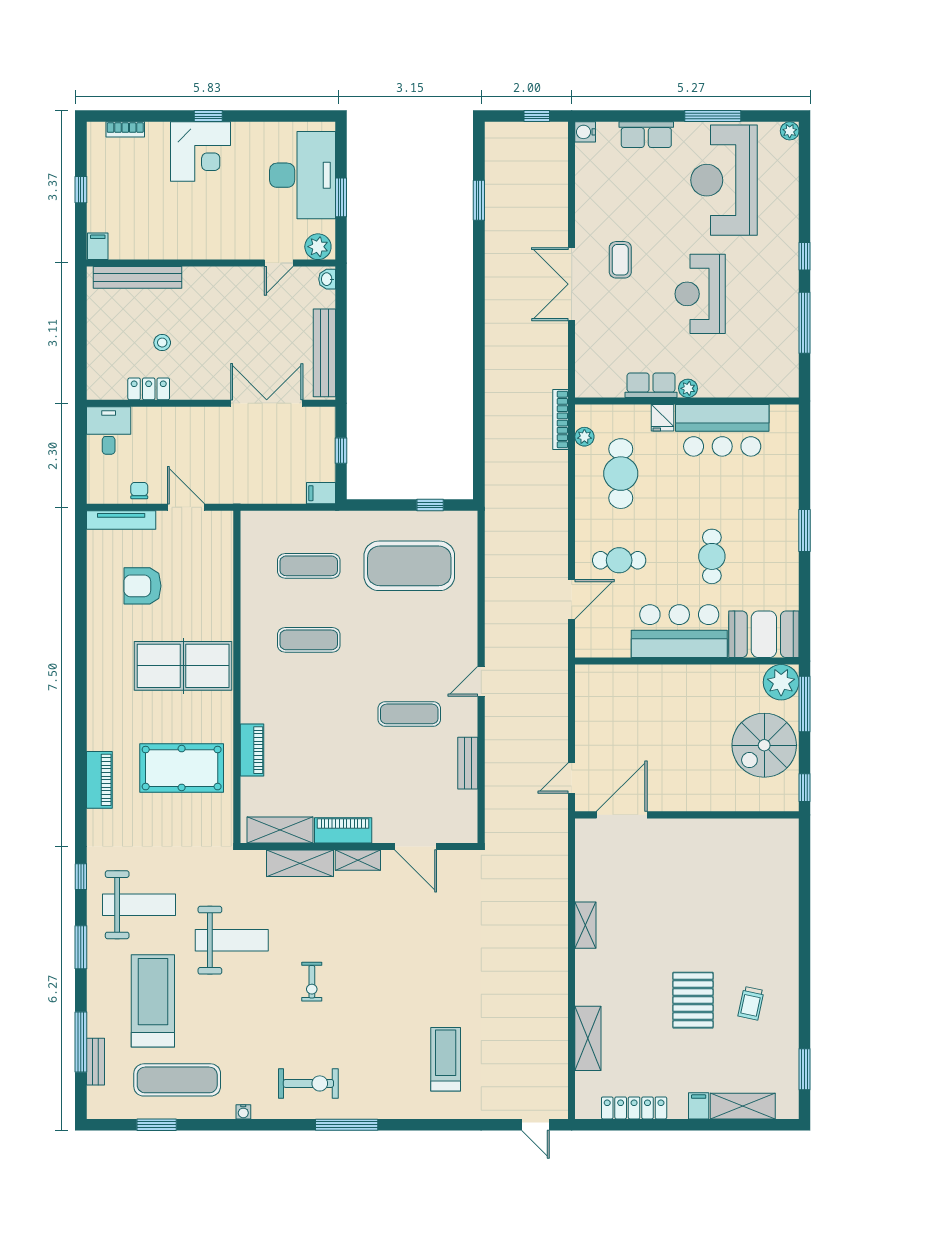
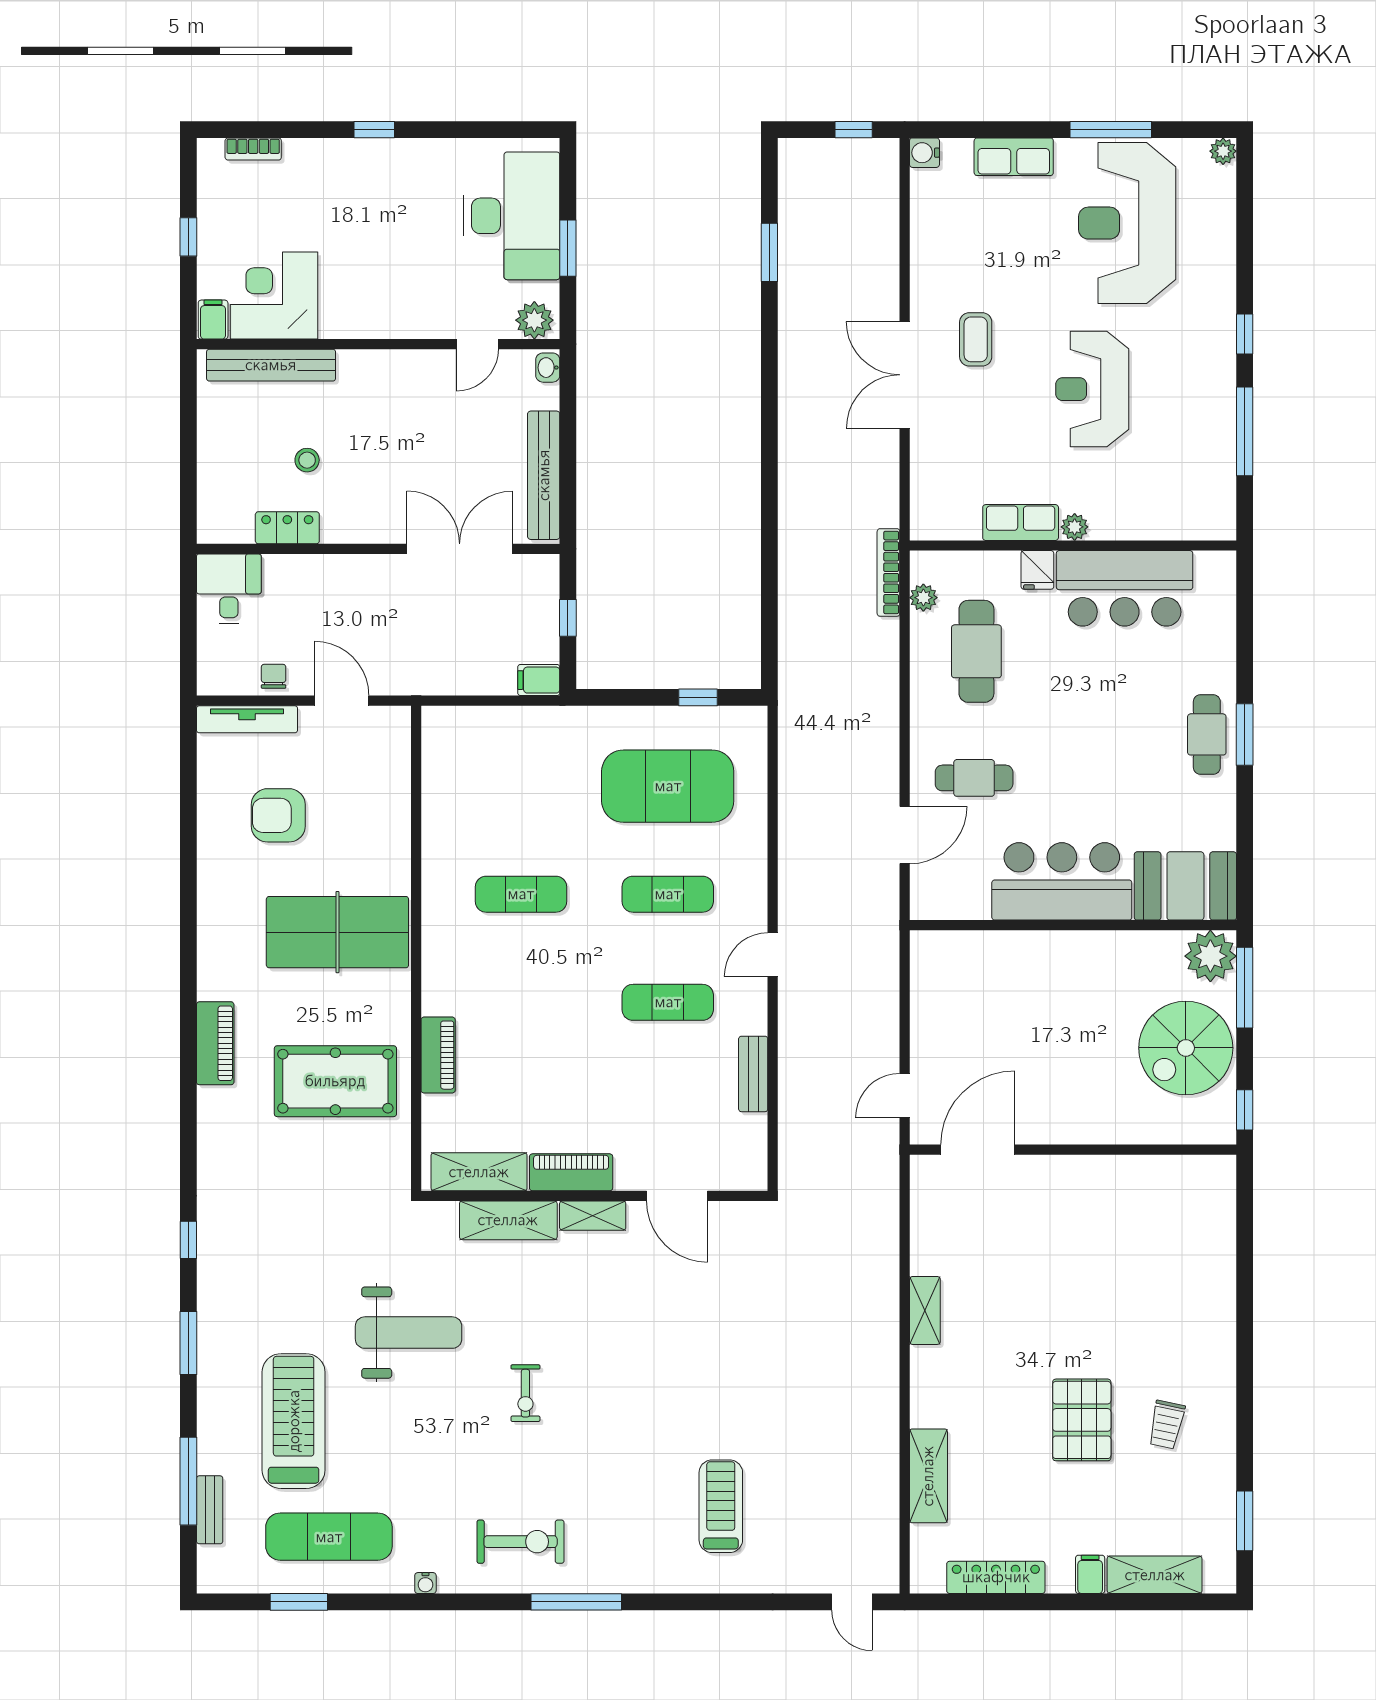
corner desk: (201, 152) -> (274, 296), moved, turned 180
cafe table: (712, 556) -> (1207, 734), moved
exercise mat: (309, 566) -> (668, 894), moved
piano: (99, 780) -> (215, 1043), moved
weight bench: (139, 905) -> (273, 1281), removed

